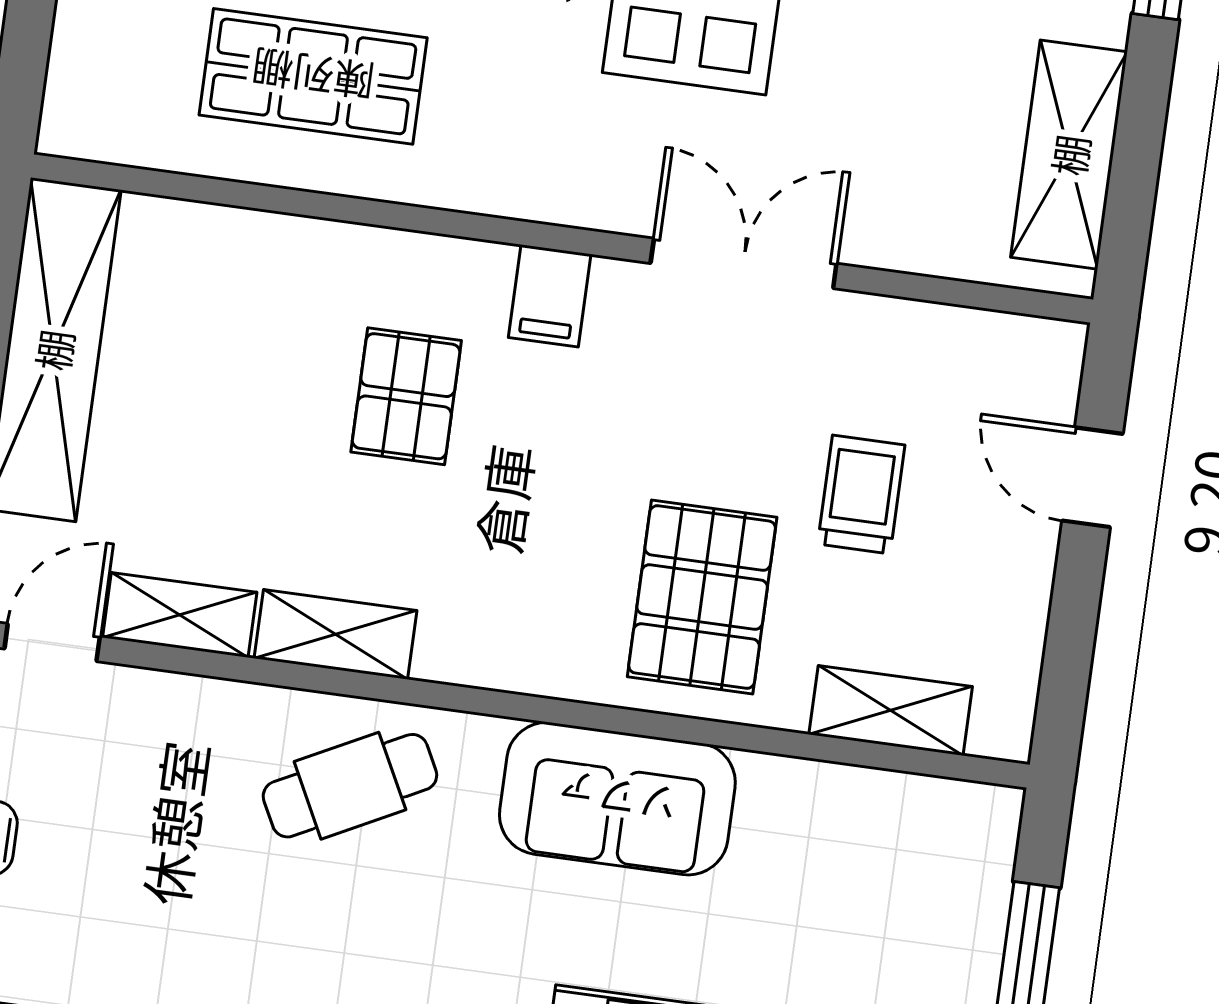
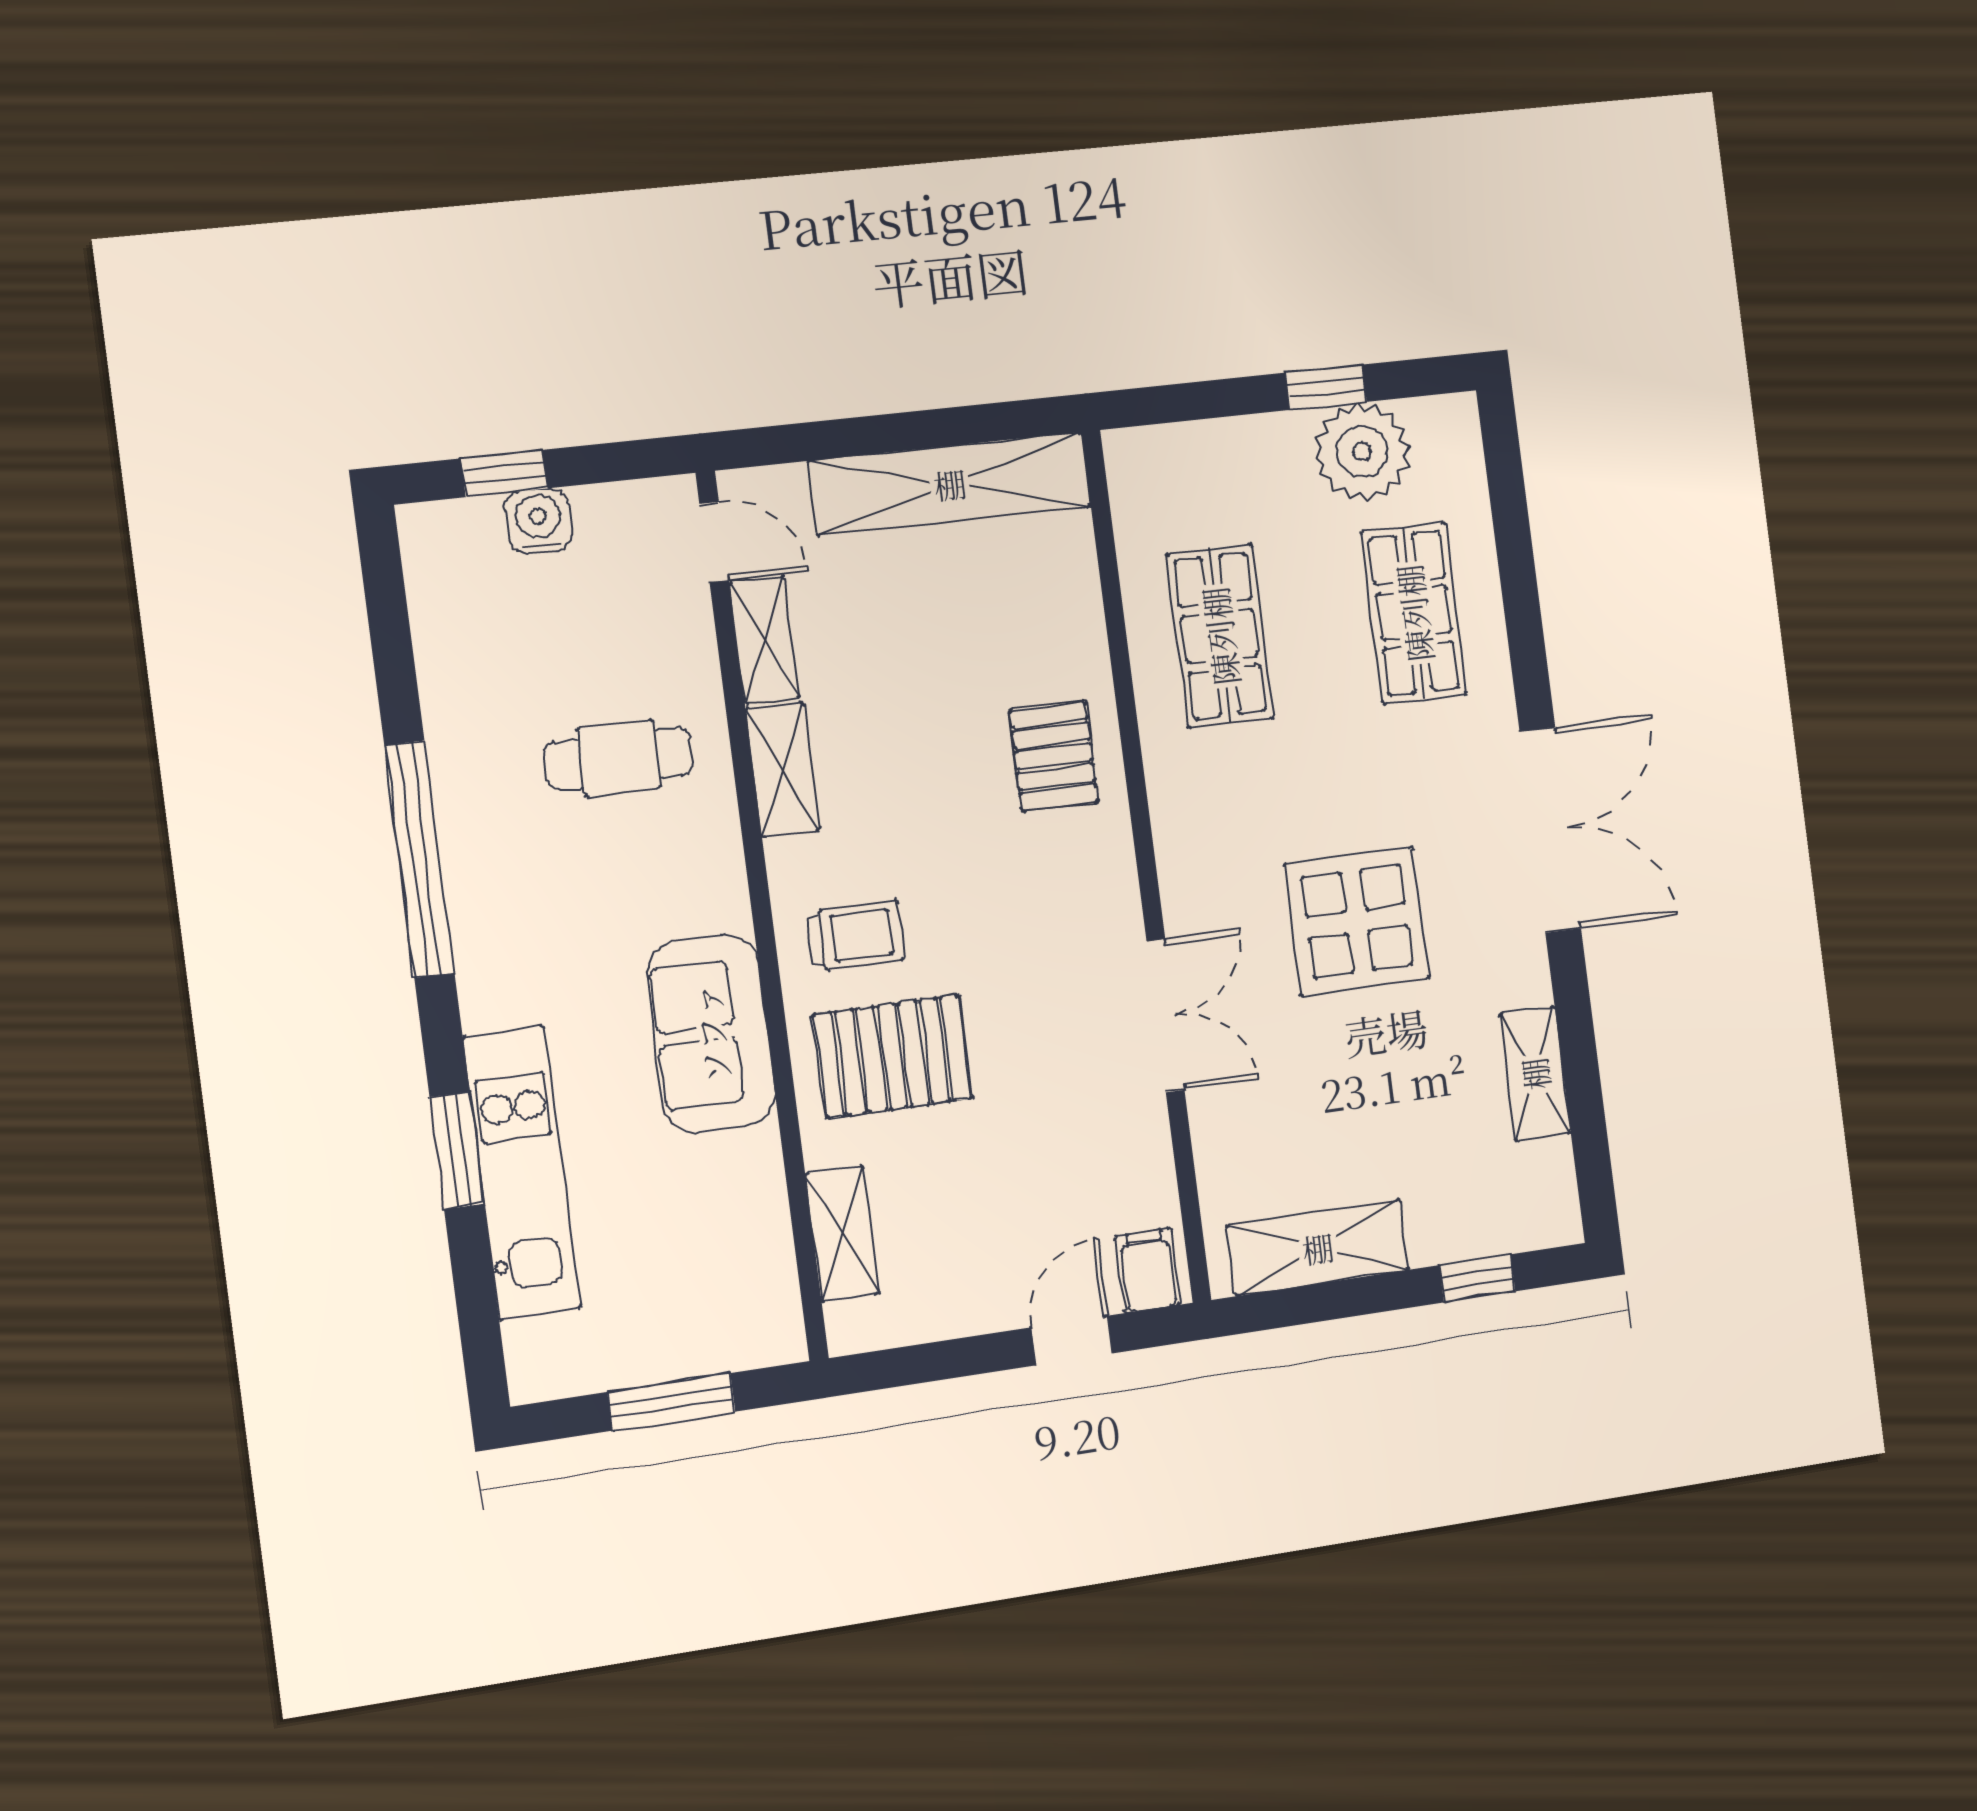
filing cabinet: (550, 296) -> (1148, 1271), moved, turned 90
pallet: (406, 396) -> (1054, 756), moved, turned 90
trolley: (861, 494) -> (855, 936), moved
cafe table: (350, 786) -> (619, 758), moved, turned -63

